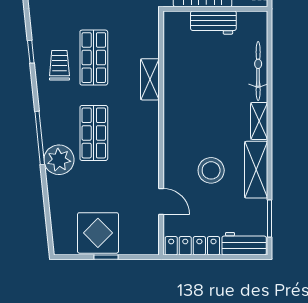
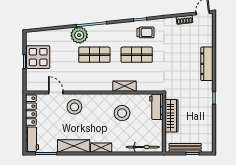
workbench: (213, 23) -> (156, 107), moved
trolley: (59, 65) -> (145, 32), moved
bicycle: (258, 71) -> (143, 147), moved
stool: (198, 84) -> (122, 113), added
stool: (211, 170) -> (74, 107), moved
door: (161, 201) -> (56, 93), swing flipped

